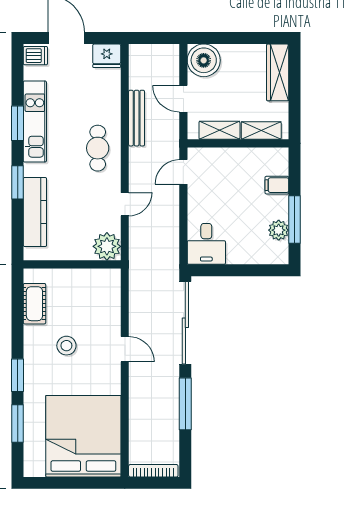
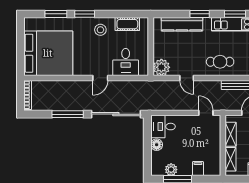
floor lamp: (237, 255) -> (157, 145), added
desk: (98, 307) -> (126, 62), added
stool: (66, 346) -> (100, 30), moved

